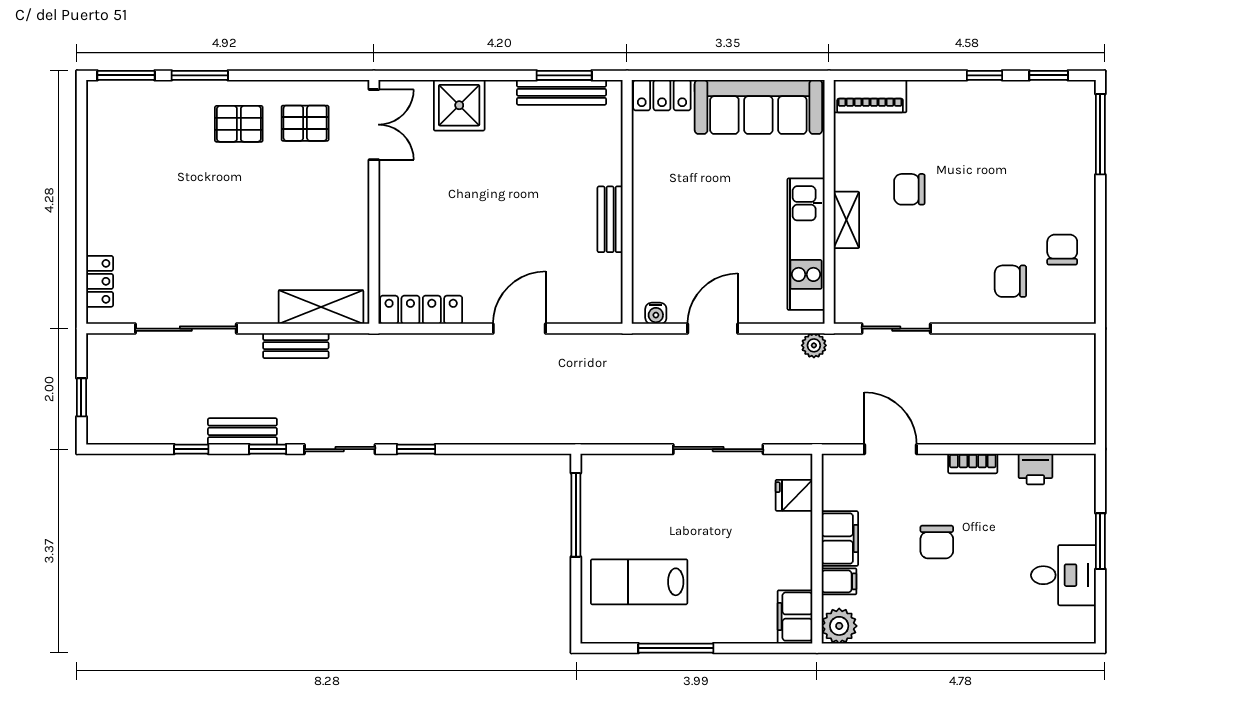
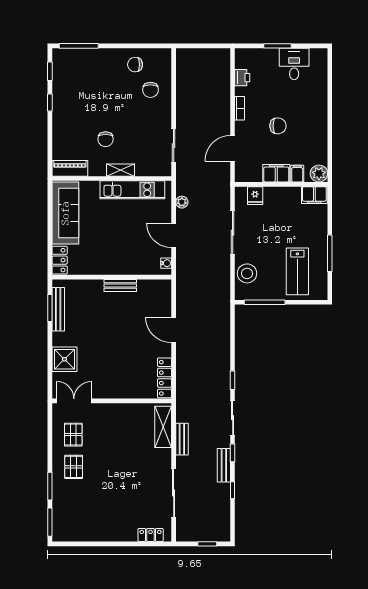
piano: (870, 96) -> (70, 168), moved, turned -90
plant: (814, 345) -> (182, 202), moved
stool: (635, 479) -> (247, 273), added

